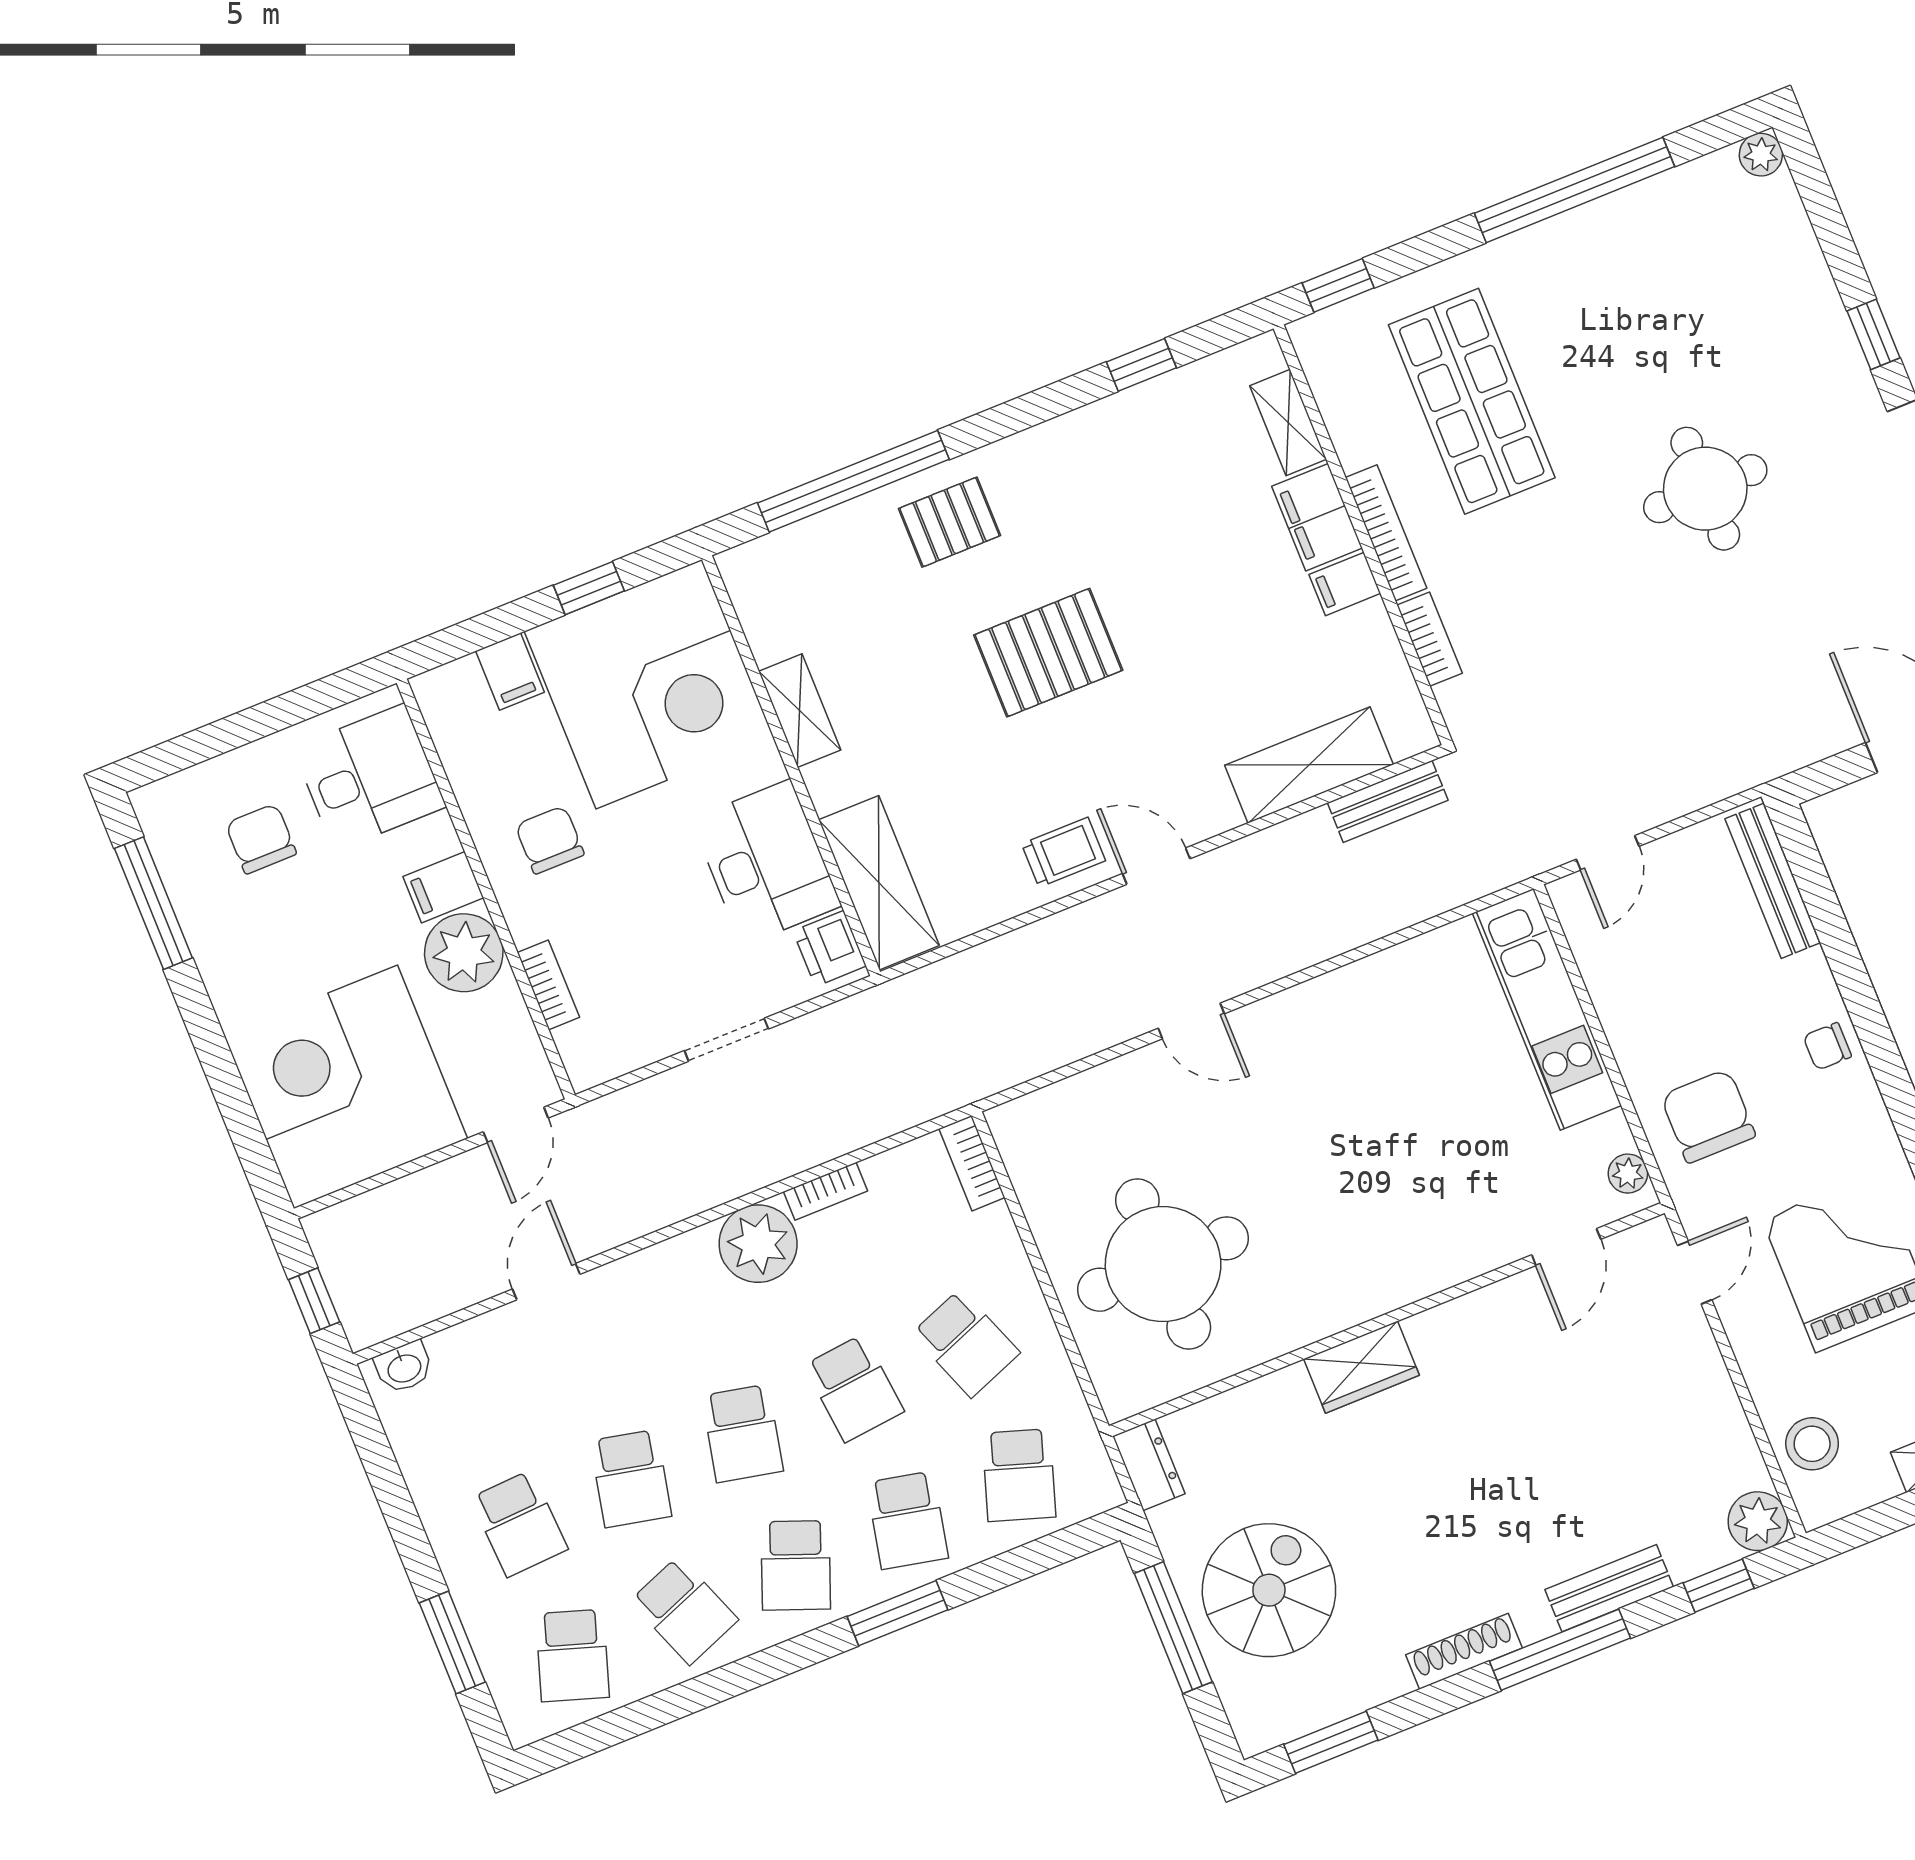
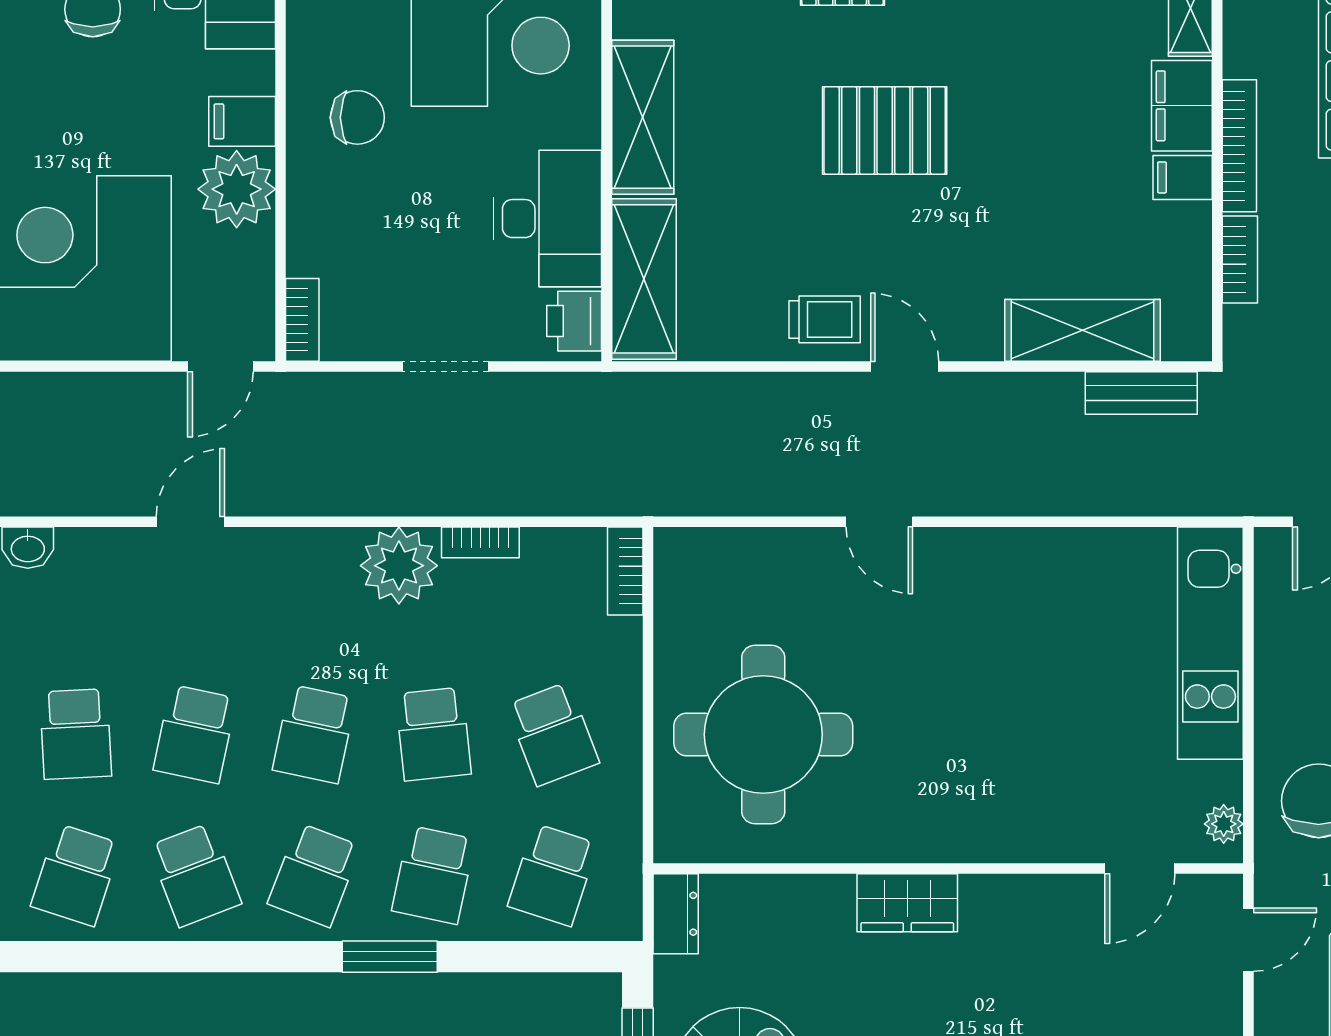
shelving: (800, 711) -> (643, 117), width x1.50, depth x1.33
chair: (550, 840) -> (357, 117), turned 90
bookcase: (548, 985) -> (302, 320), moved

